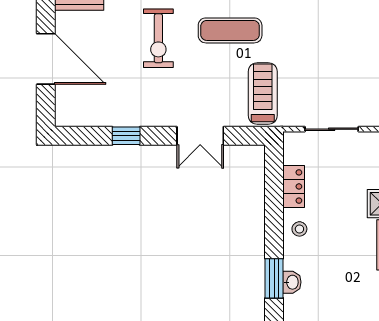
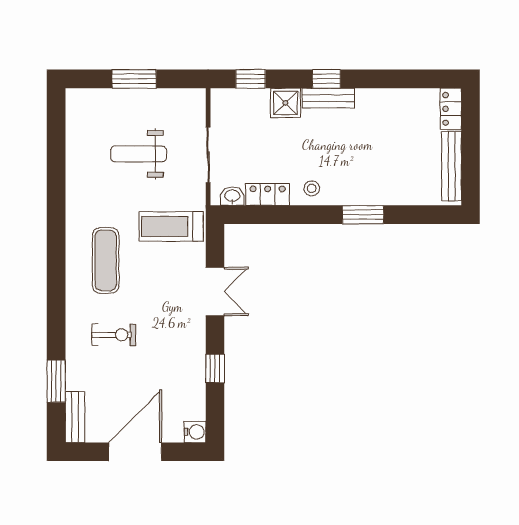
exercise bike: (158, 38) -> (114, 335), width x0.73, depth x0.72
weight bench: (333, 62) -> (139, 154), added
water cooler: (65, 117) -> (195, 432), added
washbasin: (292, 282) -> (232, 196), moved

